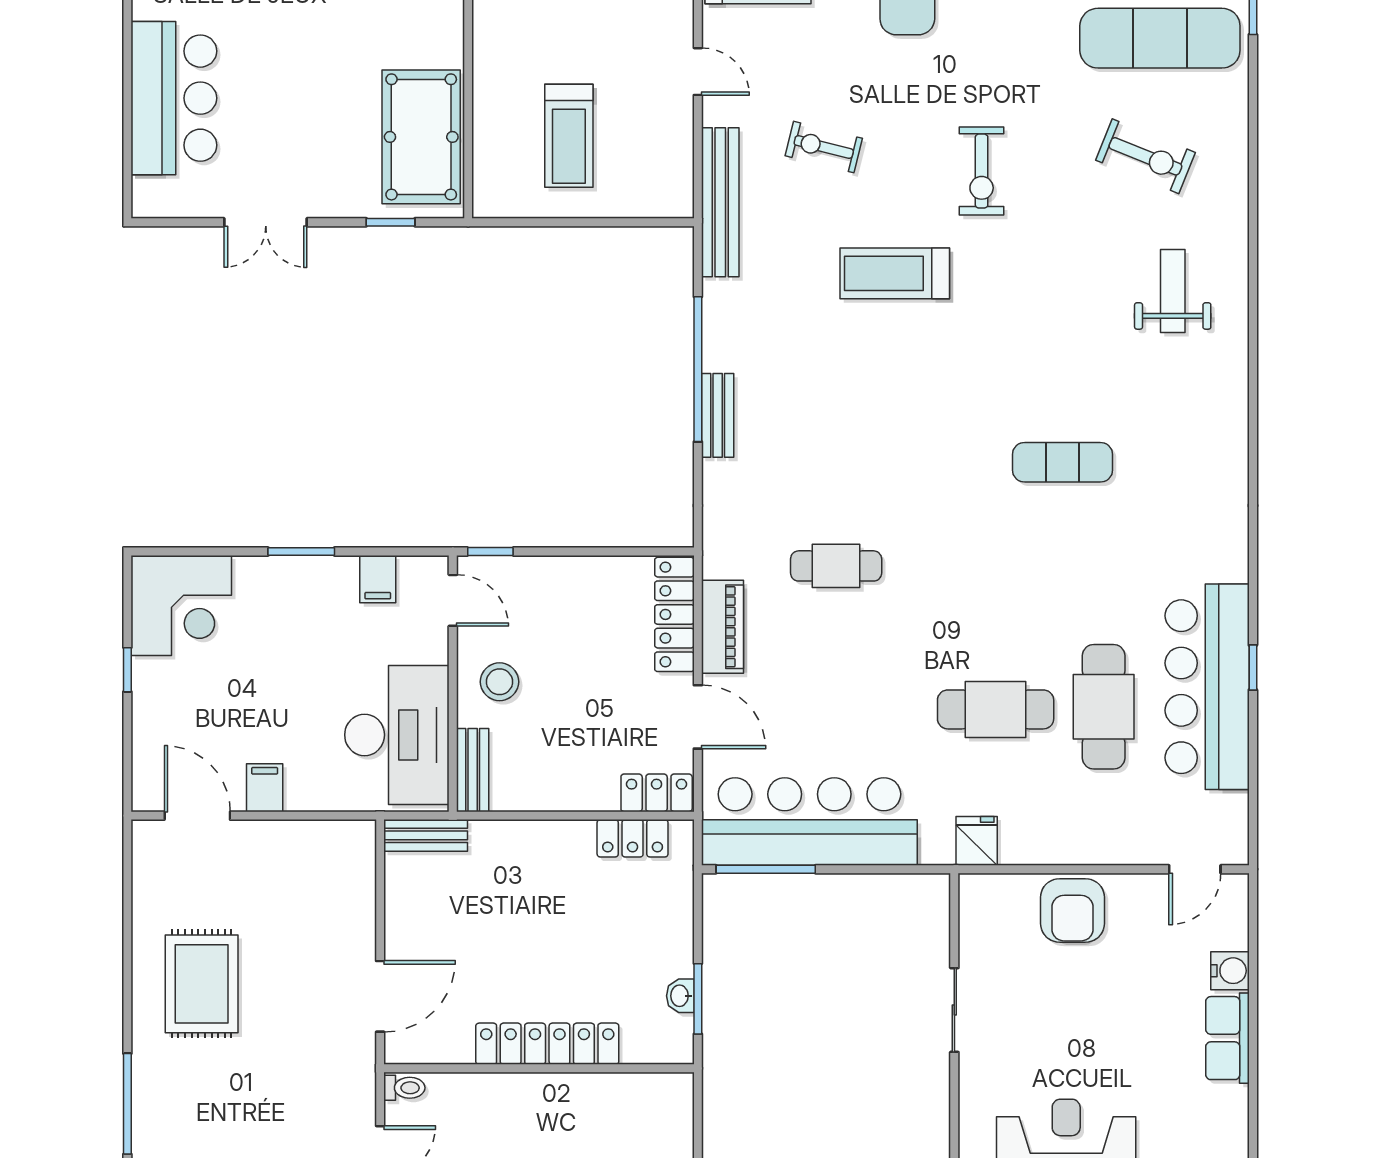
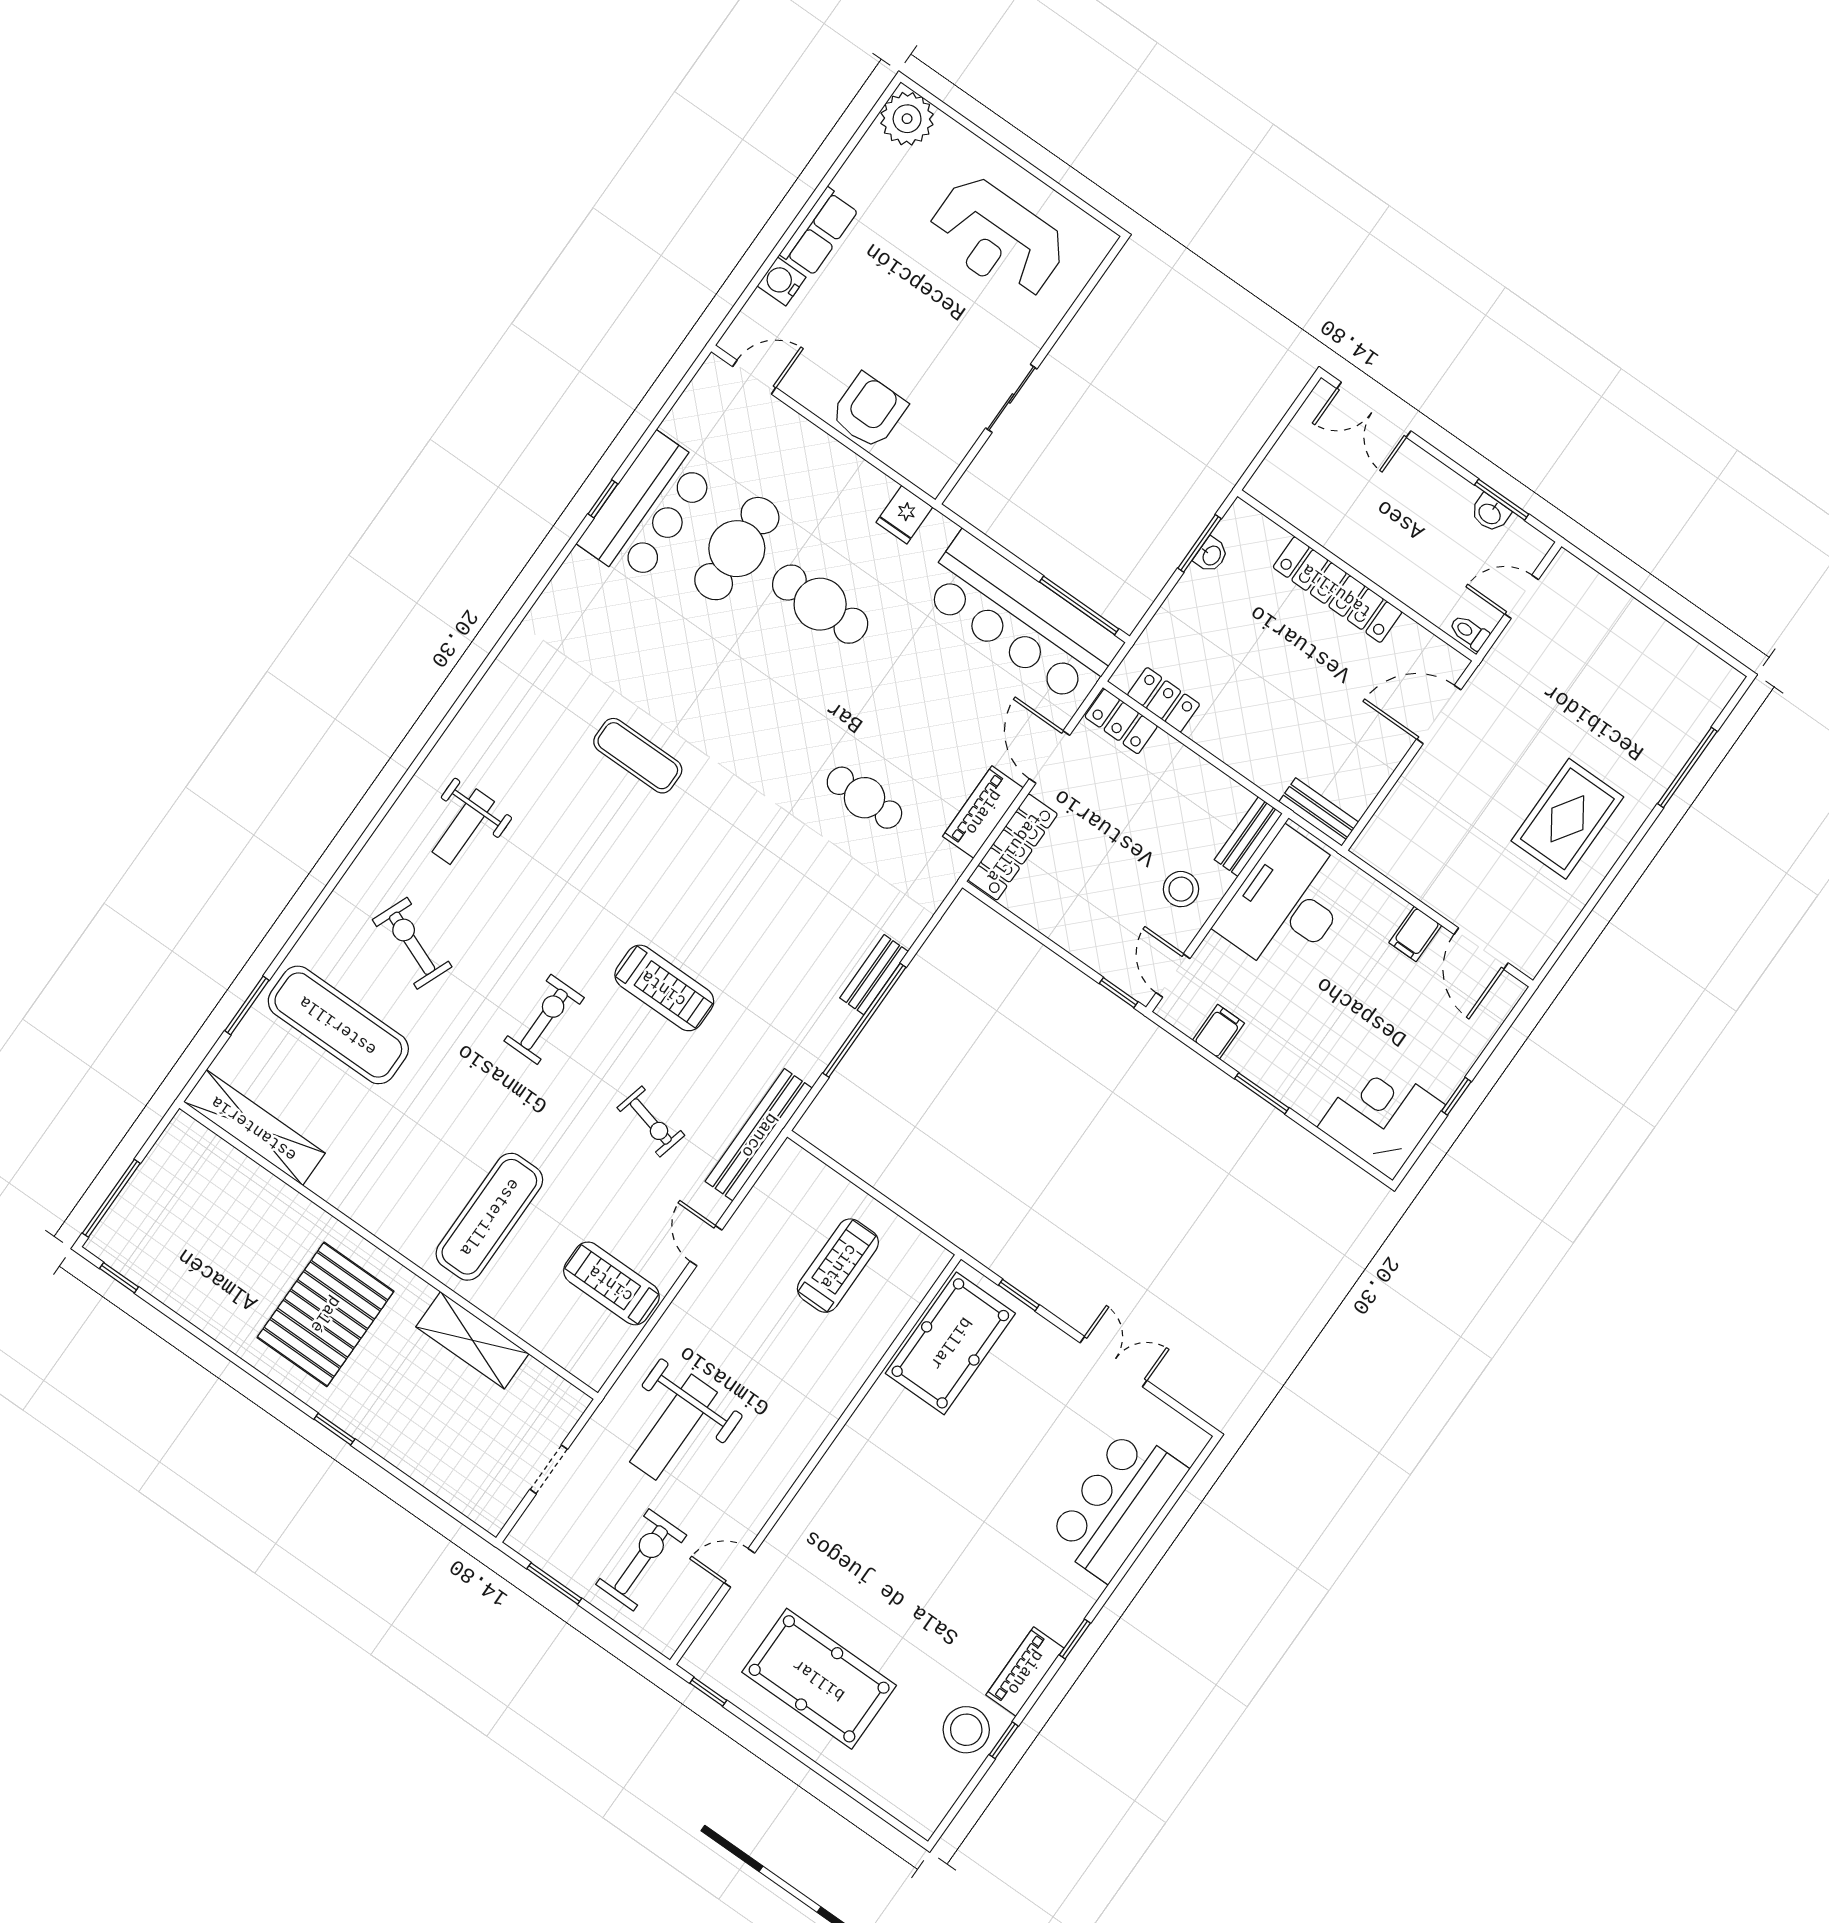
bar counter: (1207, 687) -> (648, 509), width x0.73

